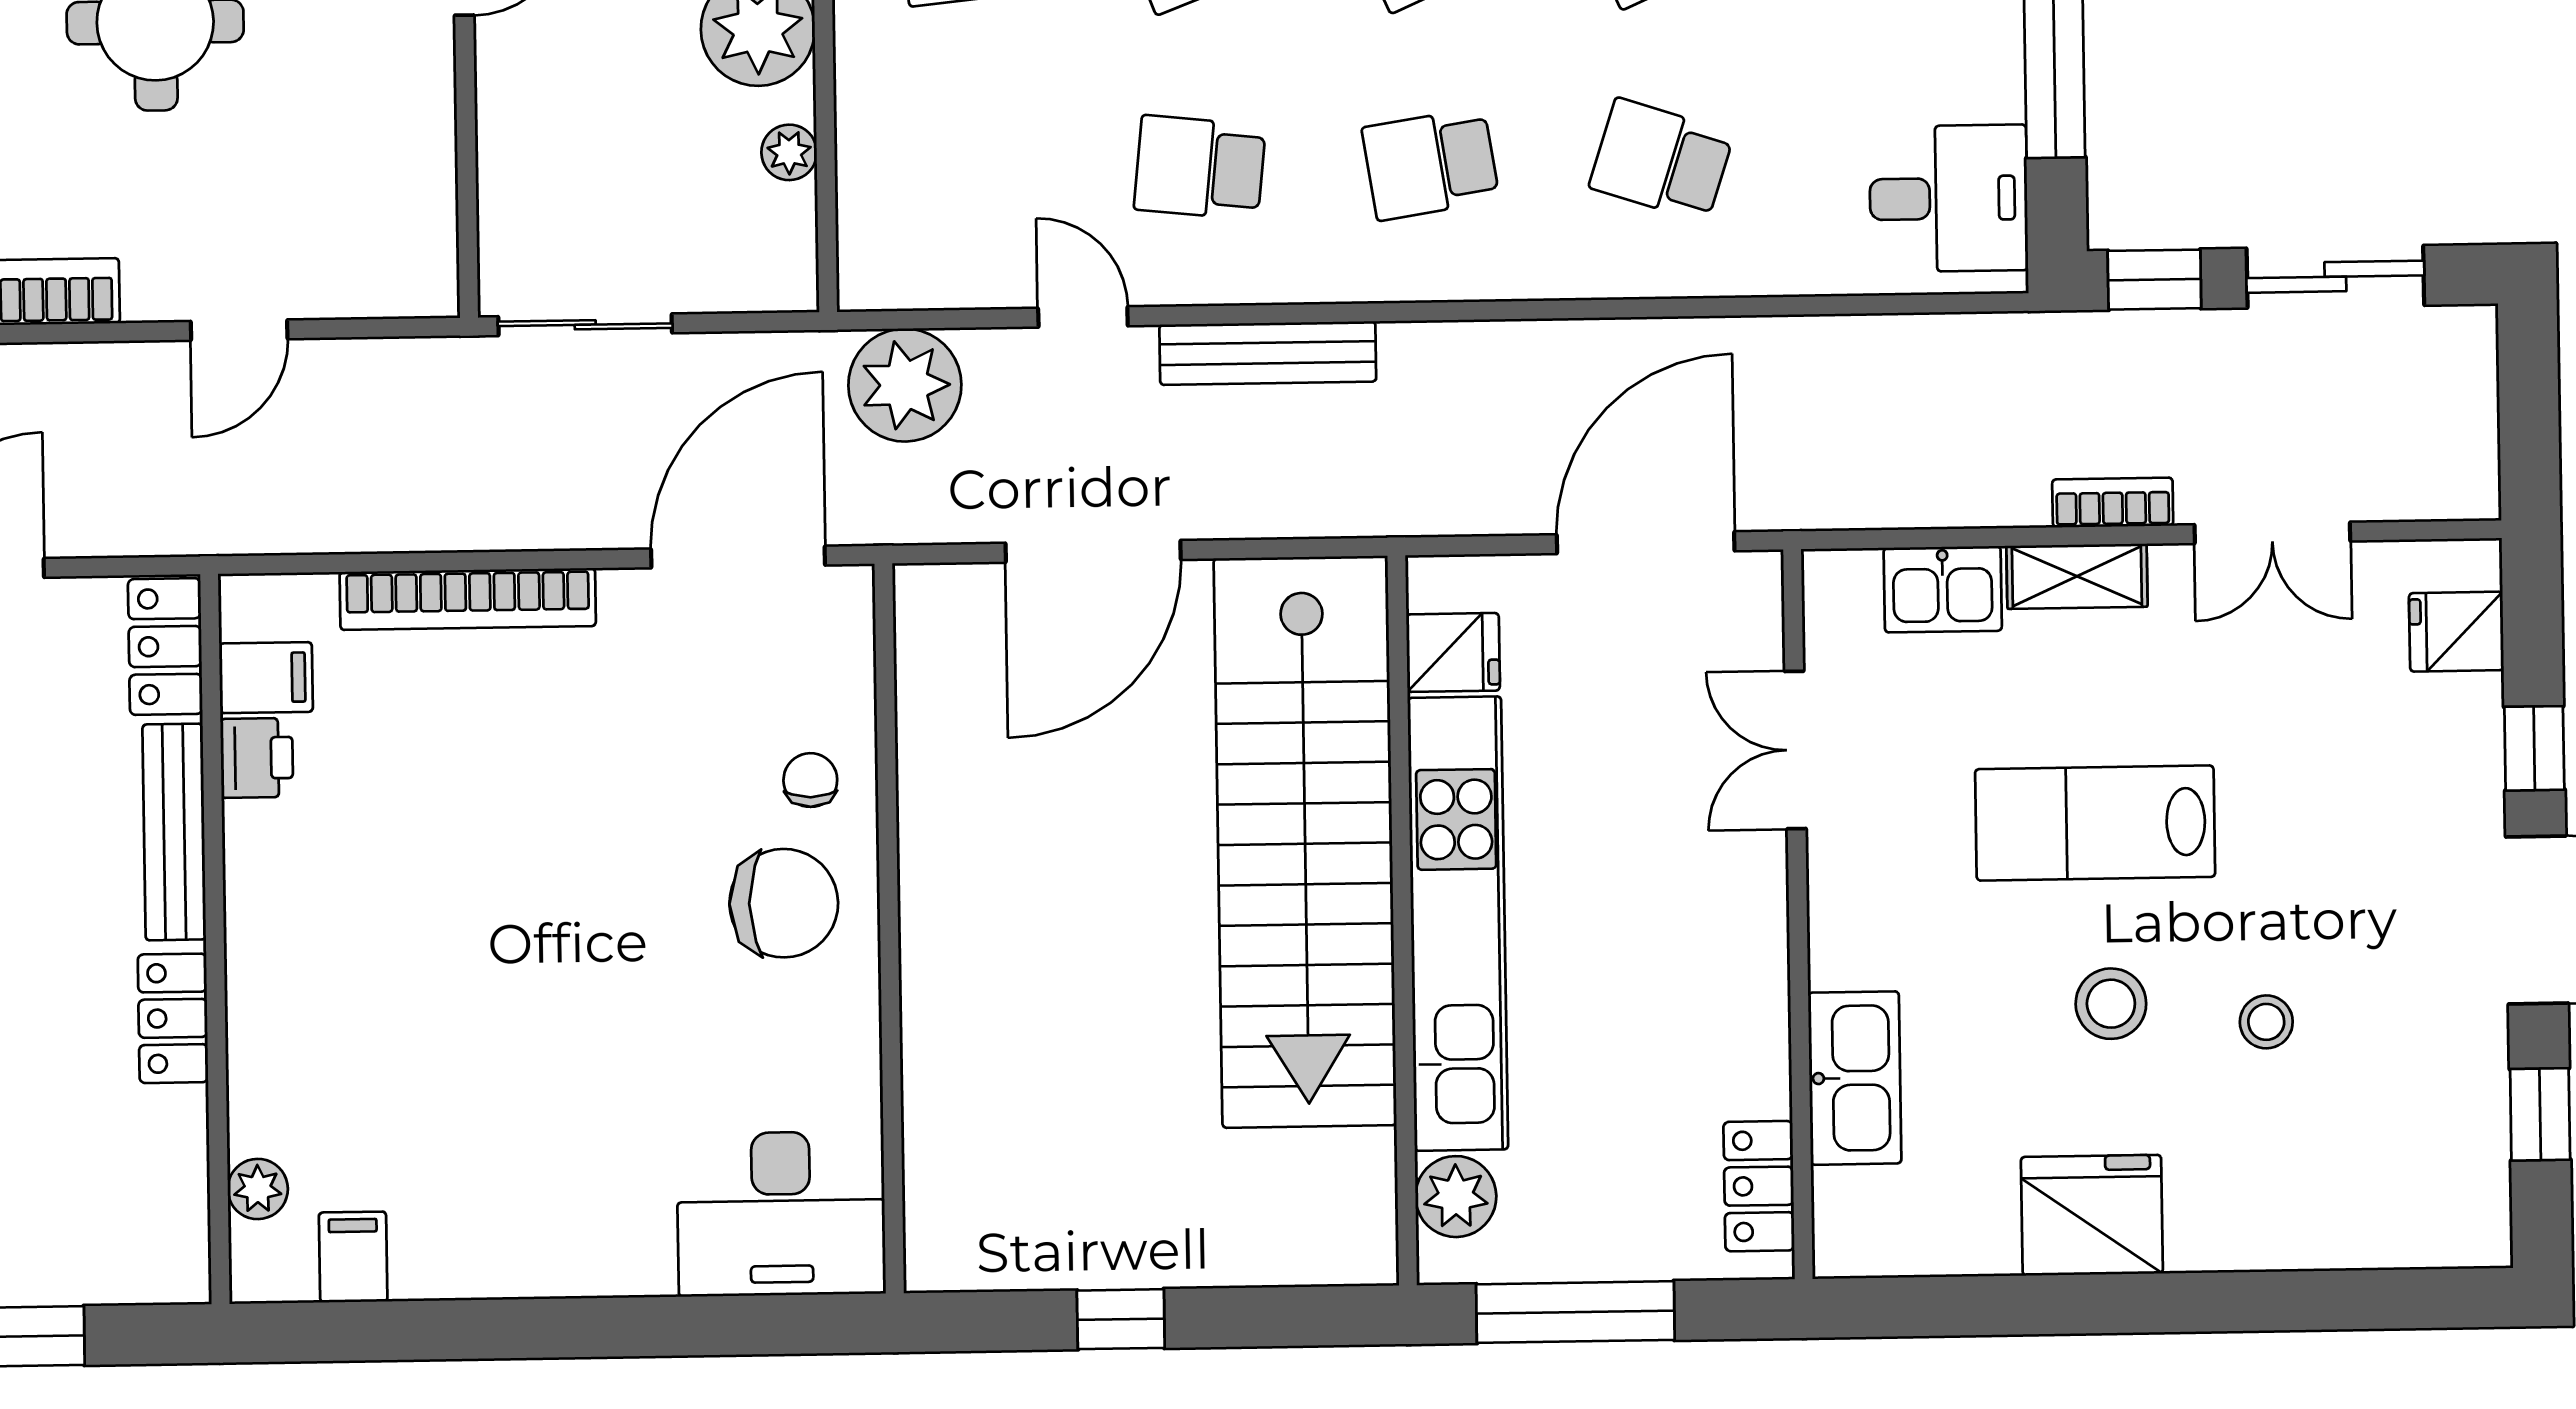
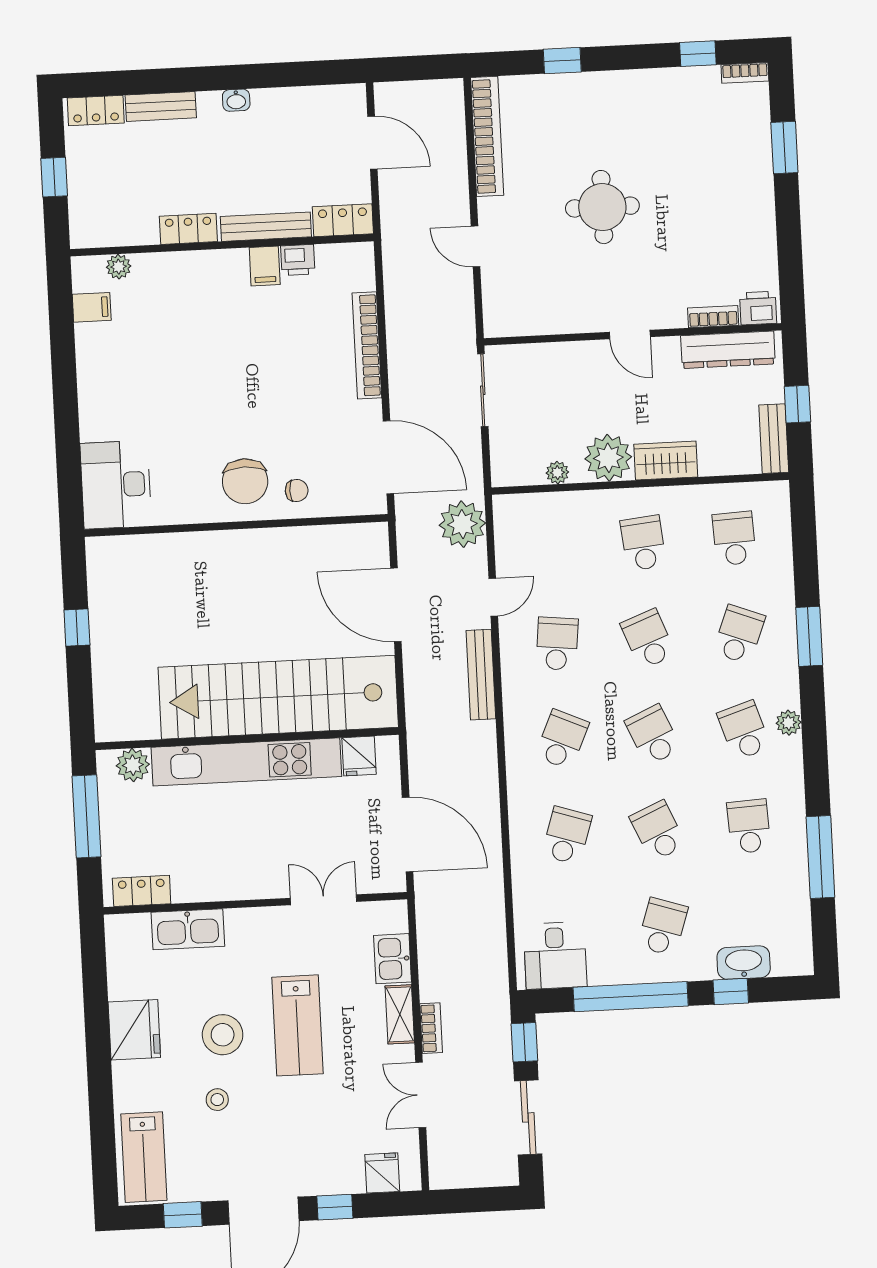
school desk: (1431, 164) -> (562, 740), turned 33
filing cabinet: (266, 678) -> (265, 266), moved
lab bench: (2095, 823) -> (297, 1025), turned 180
stool: (2111, 1004) -> (223, 1035), width x1.38, depth x1.38
lab bench: (2398, 1203) -> (144, 1157), added

